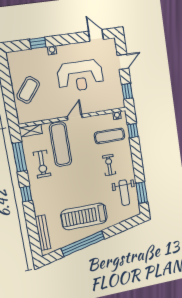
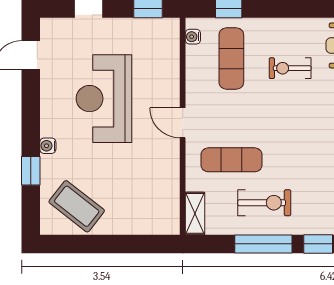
reception desk: (80, 76) -> (104, 99), turned 180
coffee table: (28, 90) -> (77, 206), moved
exercise mat: (61, 144) -> (231, 160), width x0.73, depth x0.69
window: (19, 157) -> (263, 244), moved

